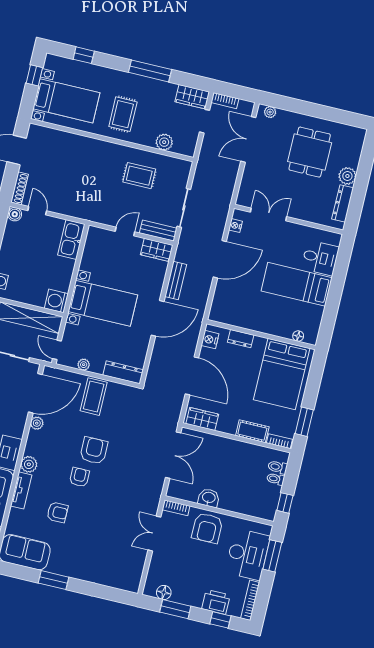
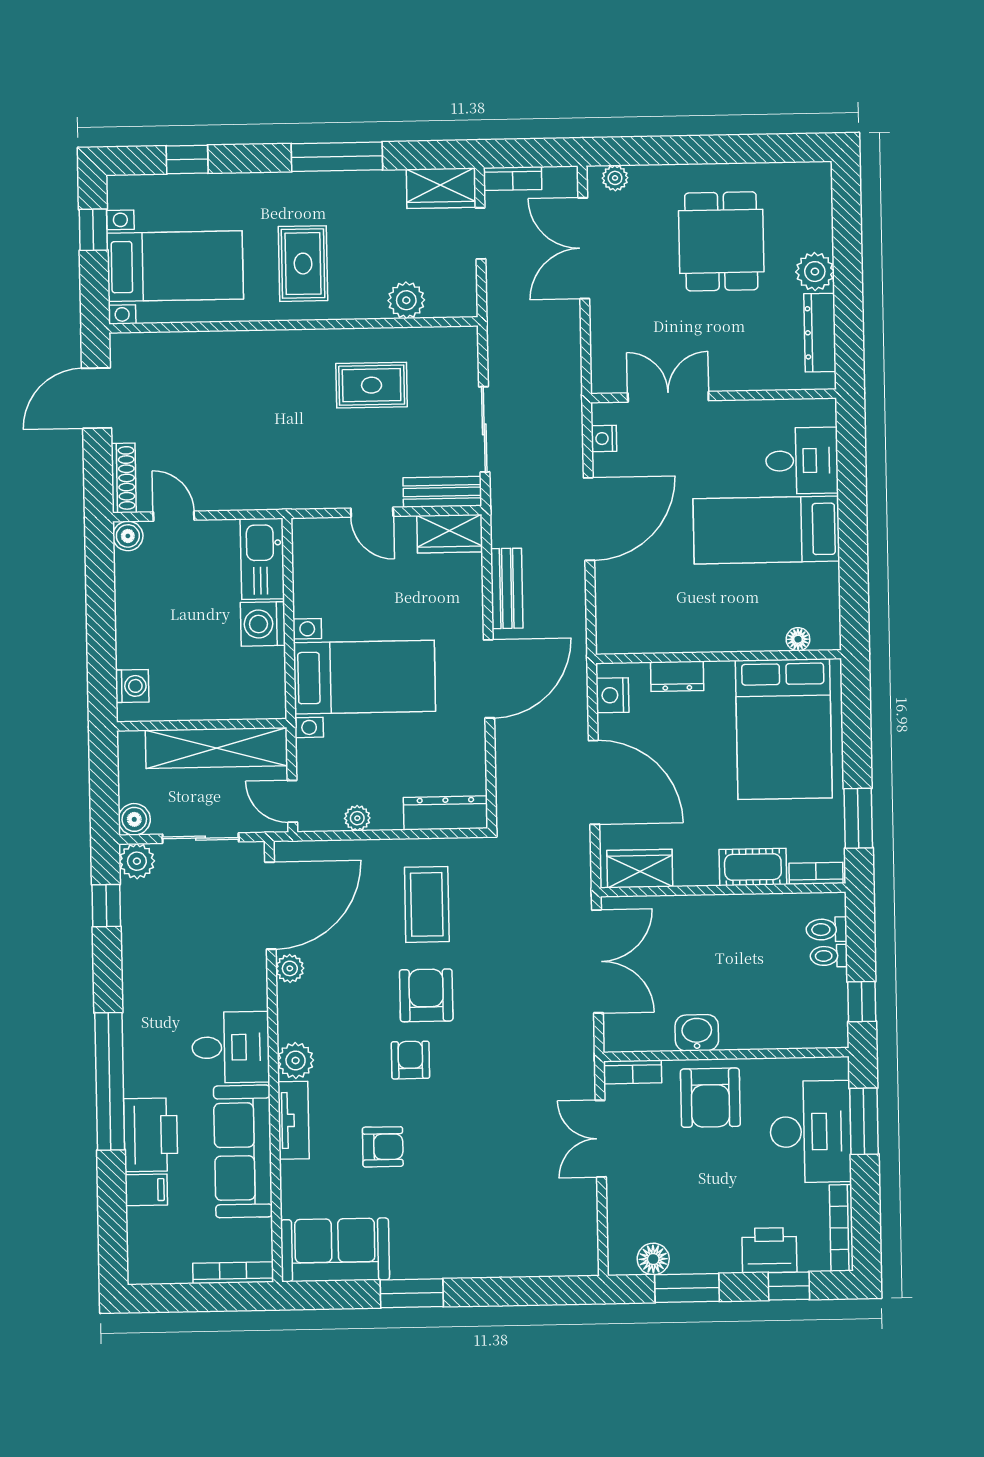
door: (125, 232) -> (372, 512), swing flipped
washing machine: (56, 301) -> (263, 624), moved
coffee table: (94, 397) -> (427, 904), moved

